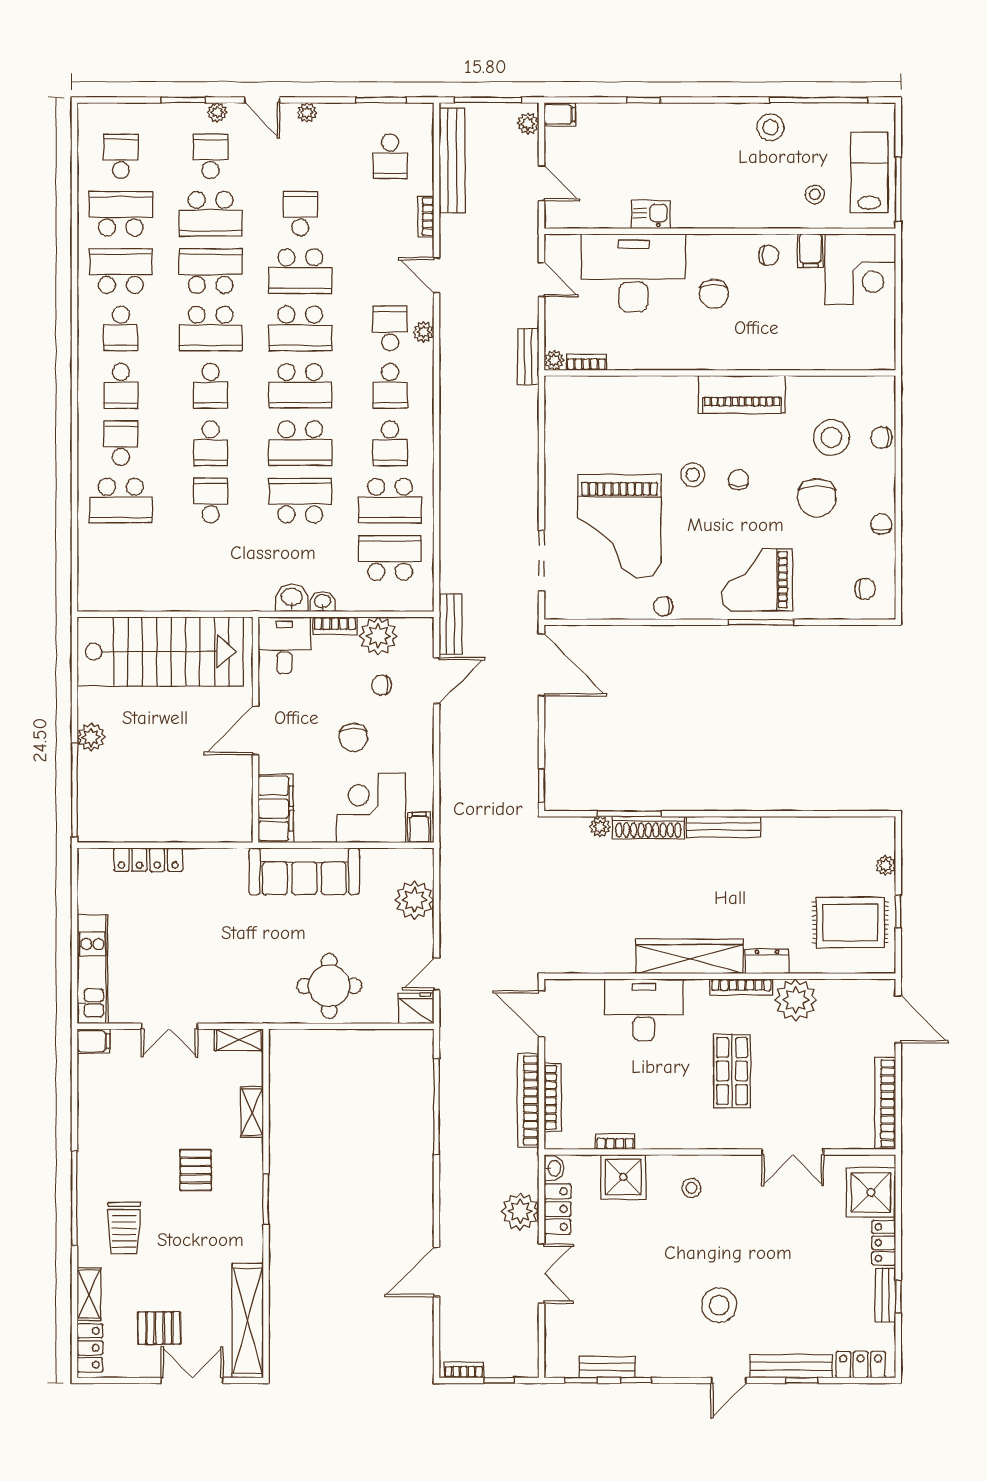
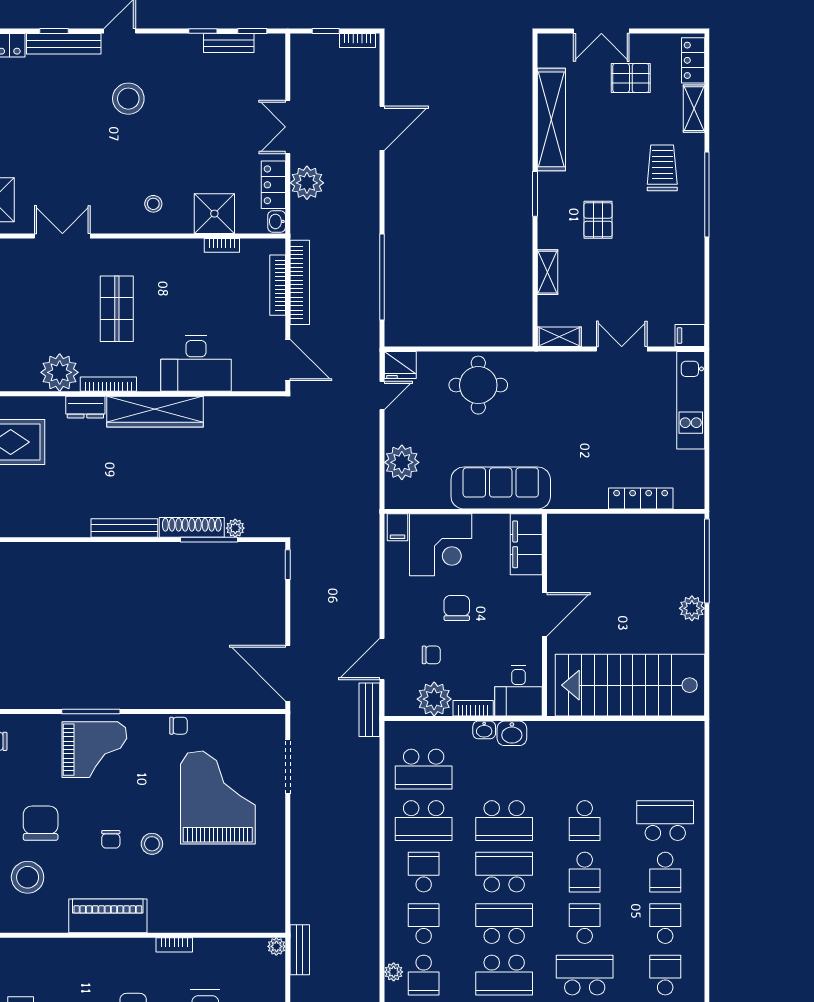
school desk: (300, 328) -> (504, 975), turned 180
bookcase: (586, 362) -> (174, 945), moved
school desk: (211, 443) -> (585, 872), turned 180
school desk: (390, 501) -> (424, 821), turned 180
shelving: (248, 1321) -> (551, 119), moved

